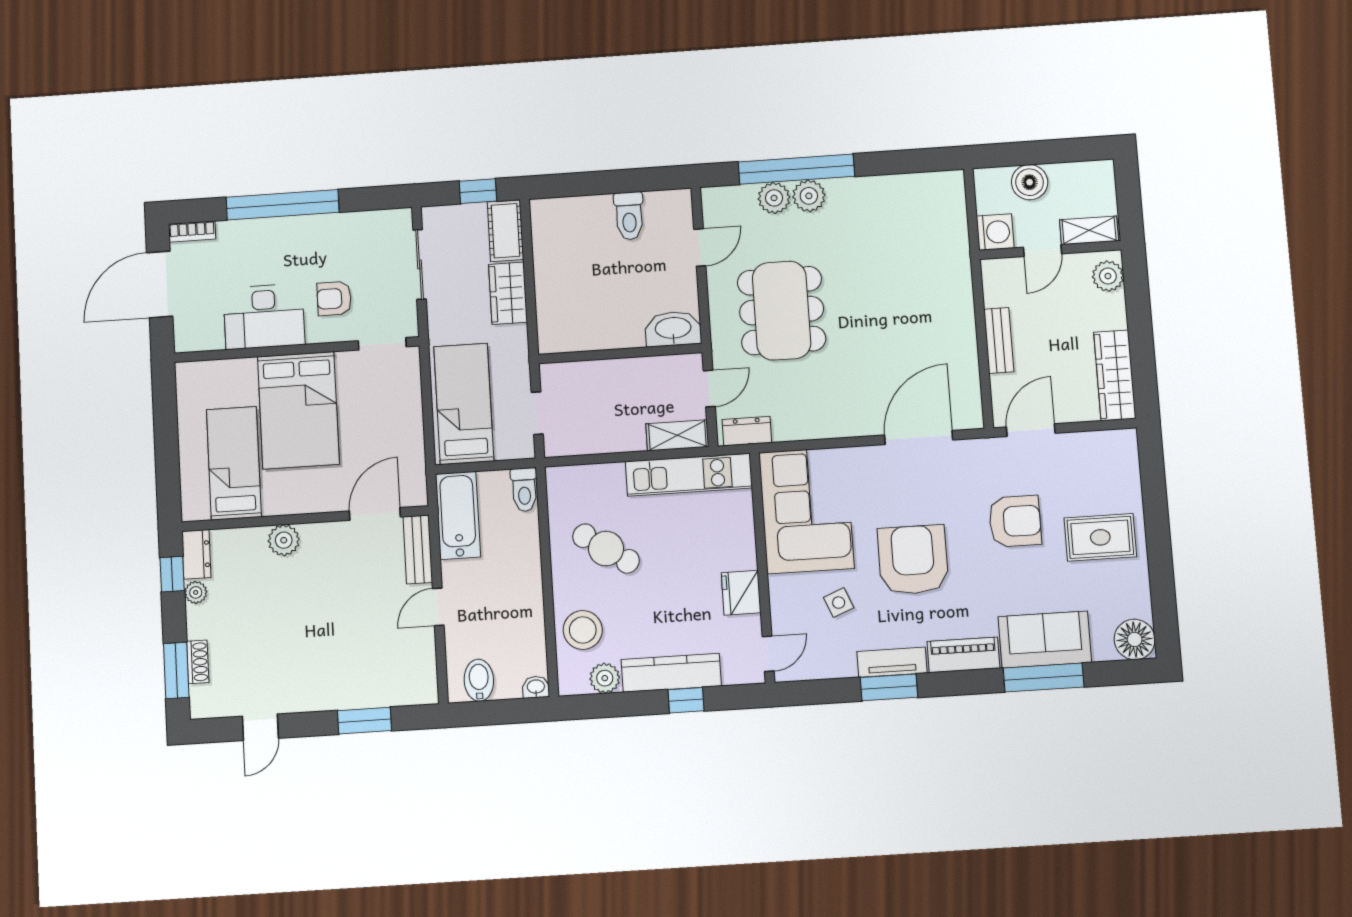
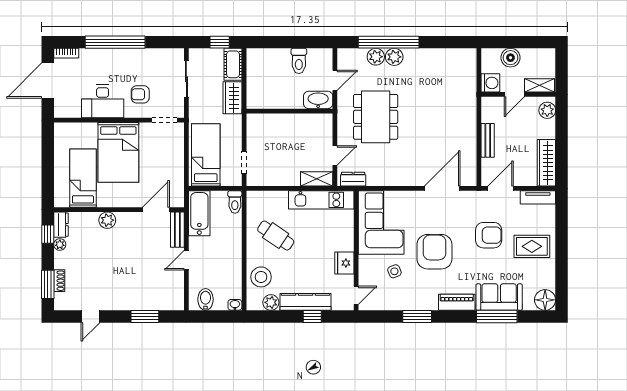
washbasin: (673, 329) -> (318, 100), moved
wall: (620, 354) -> (290, 111), moved
tv unit: (892, 662) -> (538, 197), moved, turned 180

